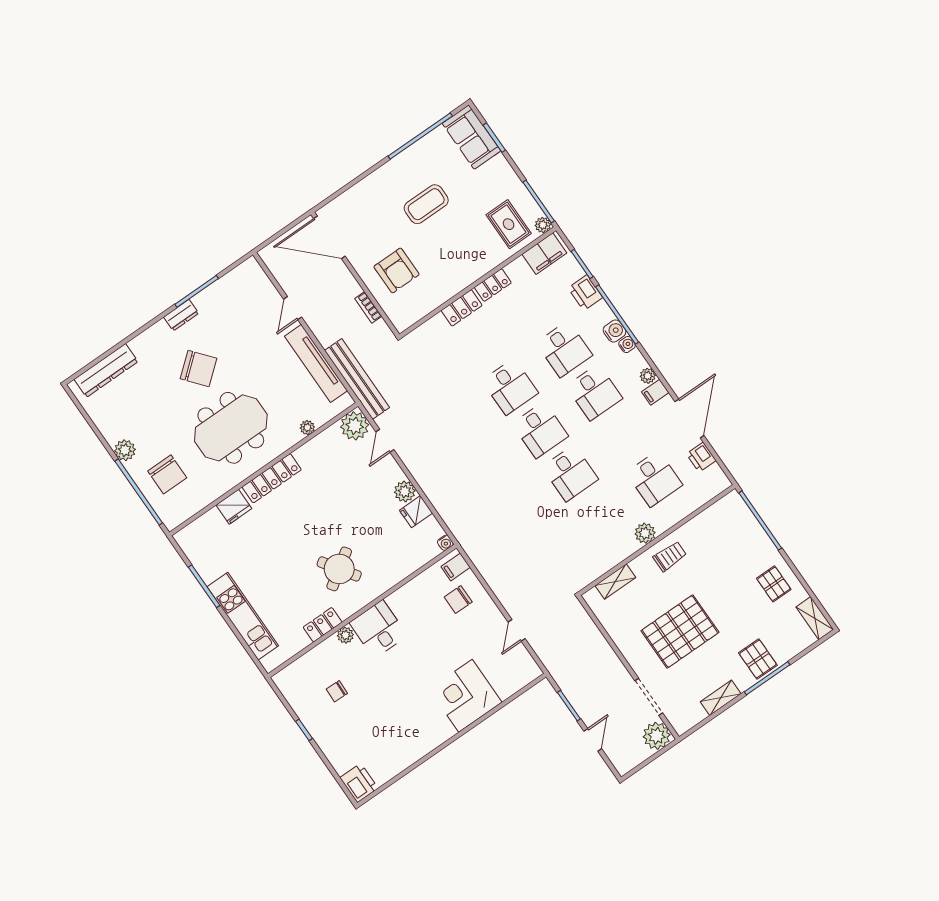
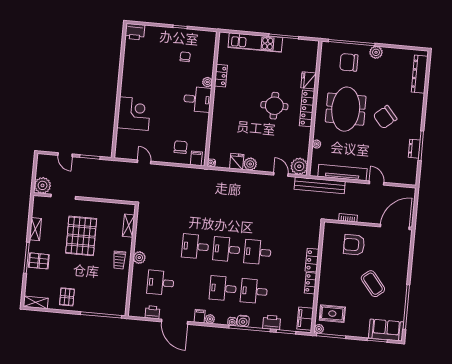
coffee table: (426, 204) -> (373, 284), turned -39
dresser: (181, 315) -> (414, 149), moved
round table: (339, 569) -> (274, 106), moved, turned 34
pallet: (774, 584) -> (67, 297), turned 90

